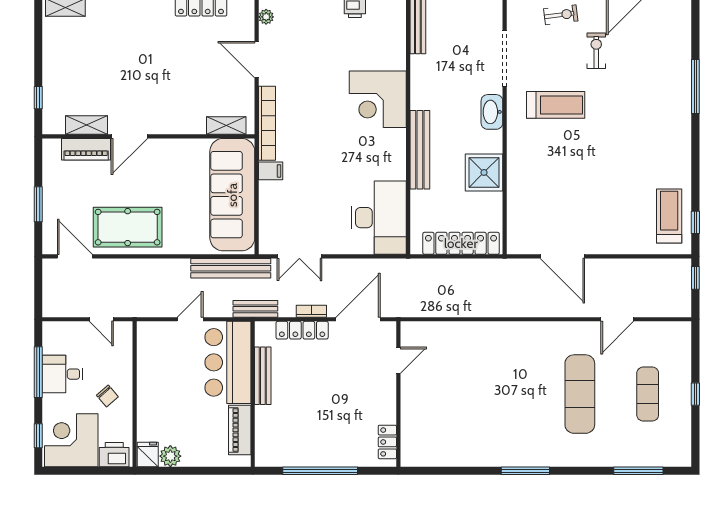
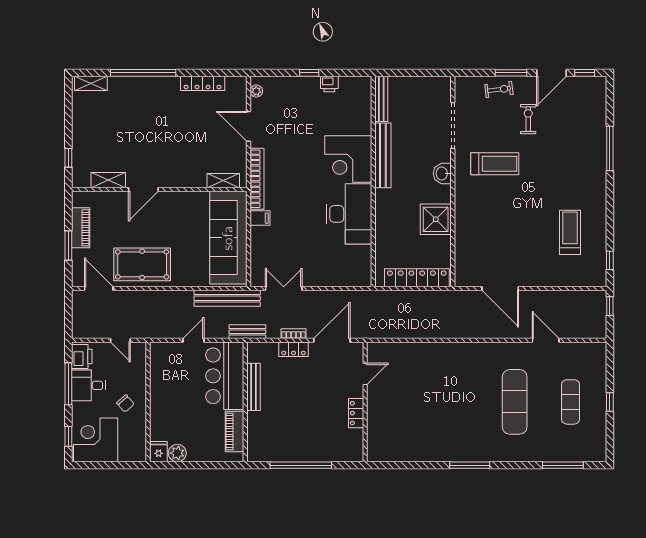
washbasin: (492, 112) -> (442, 173), width x0.72
piano: (86, 149) -> (81, 228), moved, turned -90
bench: (420, 150) -> (383, 155), moved
treadmill: (669, 216) -> (570, 232), moved
desk: (379, 218) -> (349, 214), moved
double door: (299, 256) -> (284, 288), swing flipped
door: (617, 319) -> (546, 340), swing flipped
locker: (302, 330) -> (294, 349), width x0.66
locker: (387, 442) -> (356, 413), moved
printer: (114, 455) -> (82, 356), moved, turned 90

